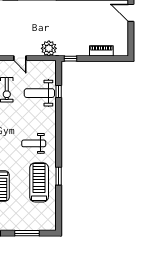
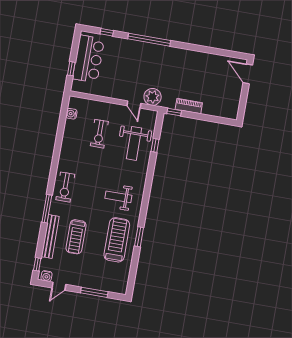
piano: (101, 51) -> (189, 106), moved
door: (20, 58) -> (134, 104), moved
weight bench: (39, 93) -> (134, 143), turned -90

